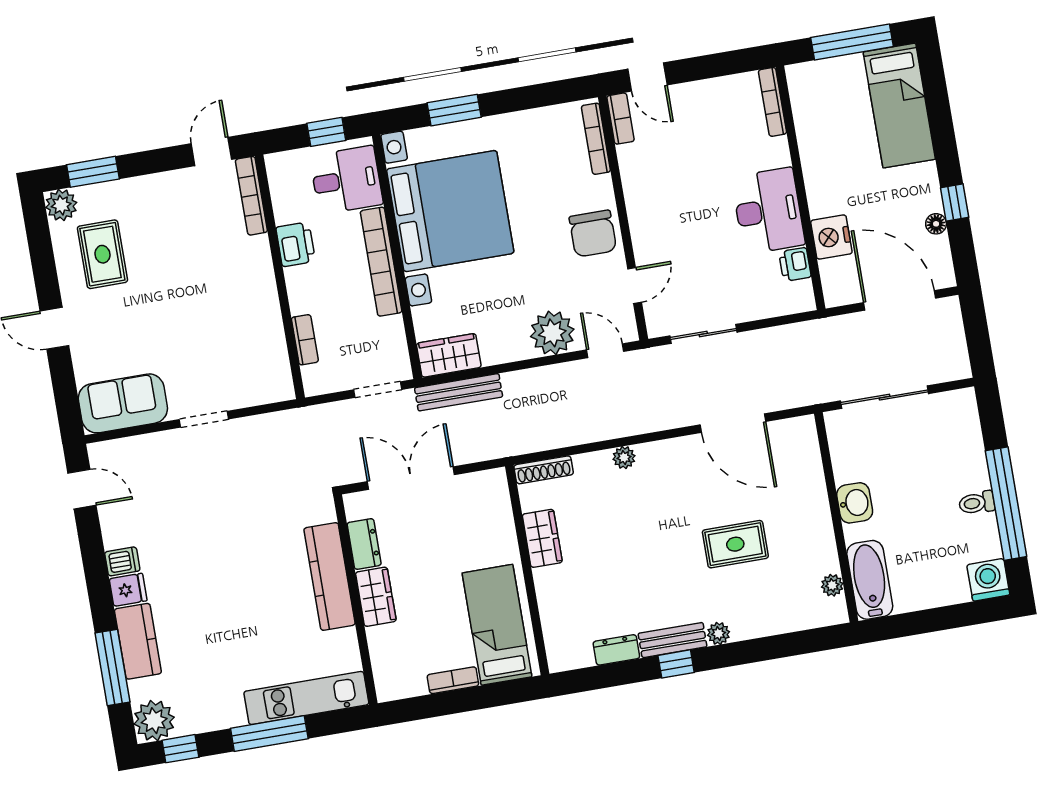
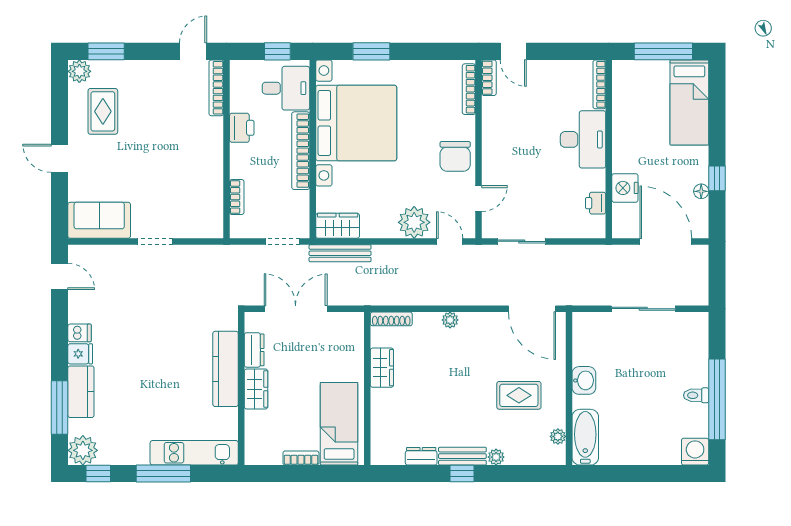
desk: (768, 211) -> (583, 139), moved
washbasin: (855, 503) -> (584, 380), moved
wall: (836, 517) -> (569, 389), moved
bathtub: (870, 580) -> (585, 437), moved
plant: (832, 585) -> (558, 436), moved

